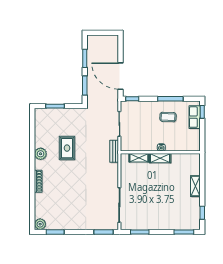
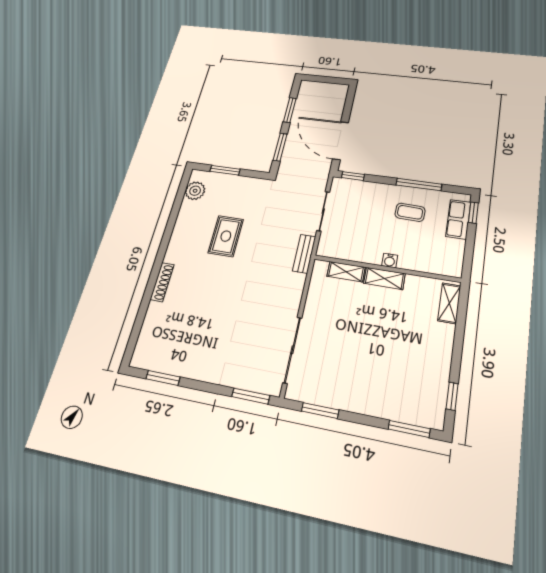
plant: (41, 154) -> (195, 191), moved
shelving: (195, 186) -> (449, 303), moved
plant: (40, 224) -> (141, 358), removed

